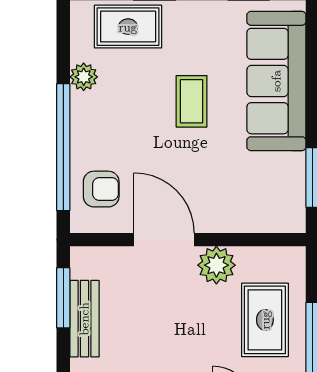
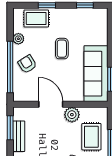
sofa: (276, 81) -> (96, 74), moved
armchair: (101, 189) -> (27, 64), moved, turned -122

